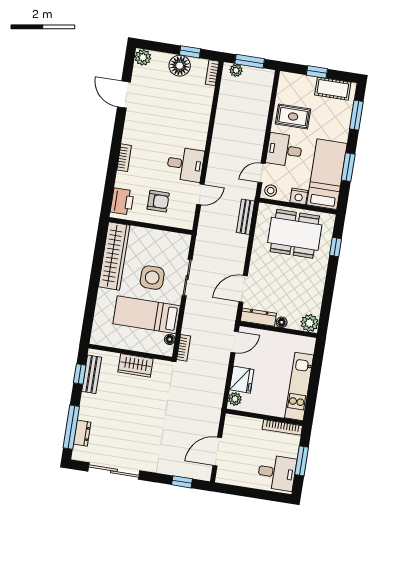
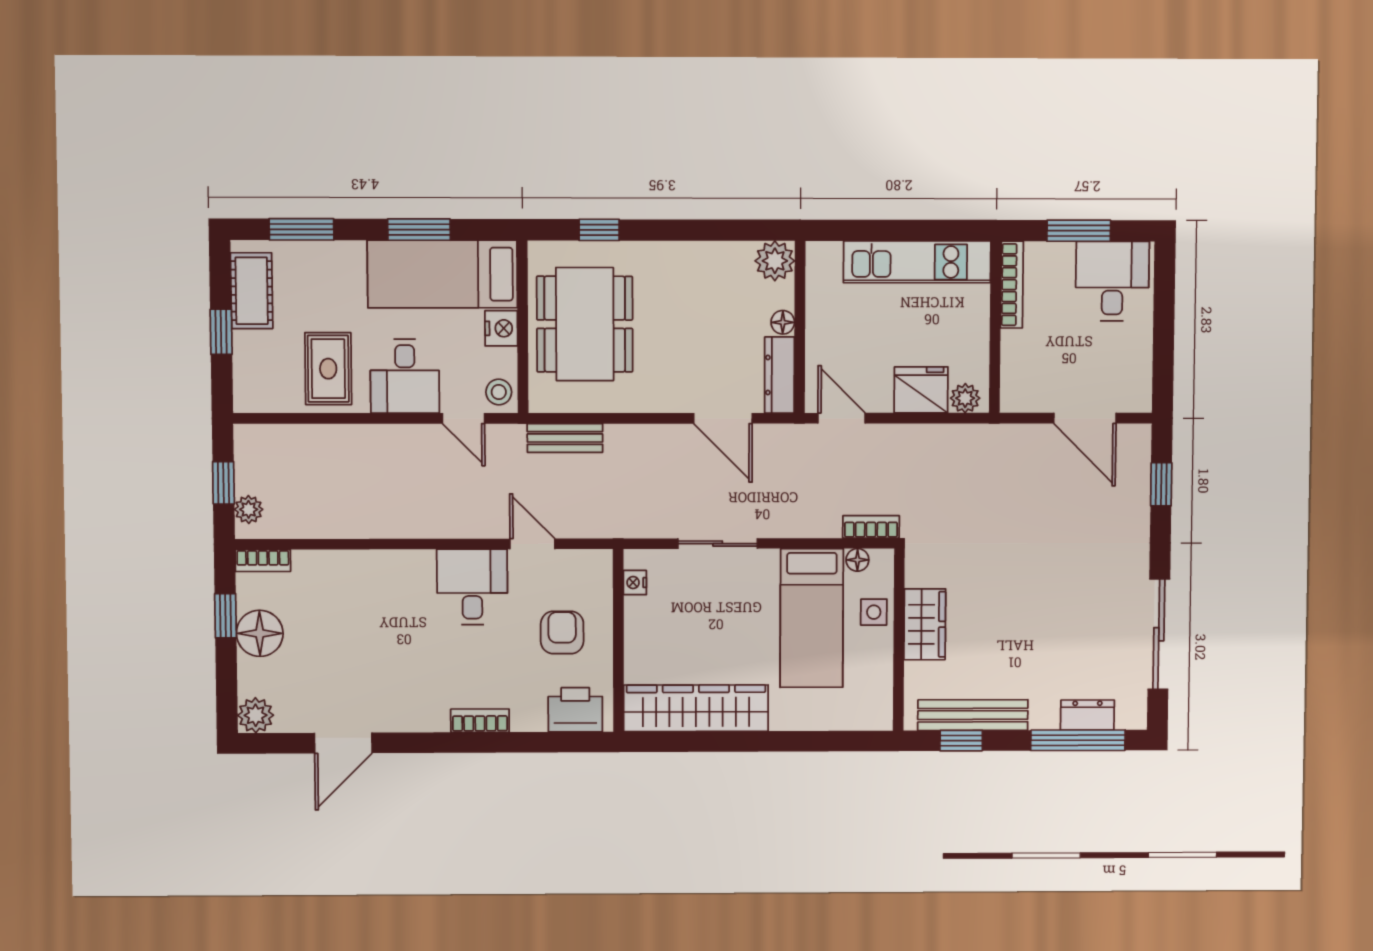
window: (250, 61) -> (223, 483), width x0.67
nightstand: (176, 238) -> (635, 583), added
side table: (152, 278) -> (874, 612), moved, width x0.54, depth x0.54
bench: (92, 374) -> (973, 715), width x1.36

